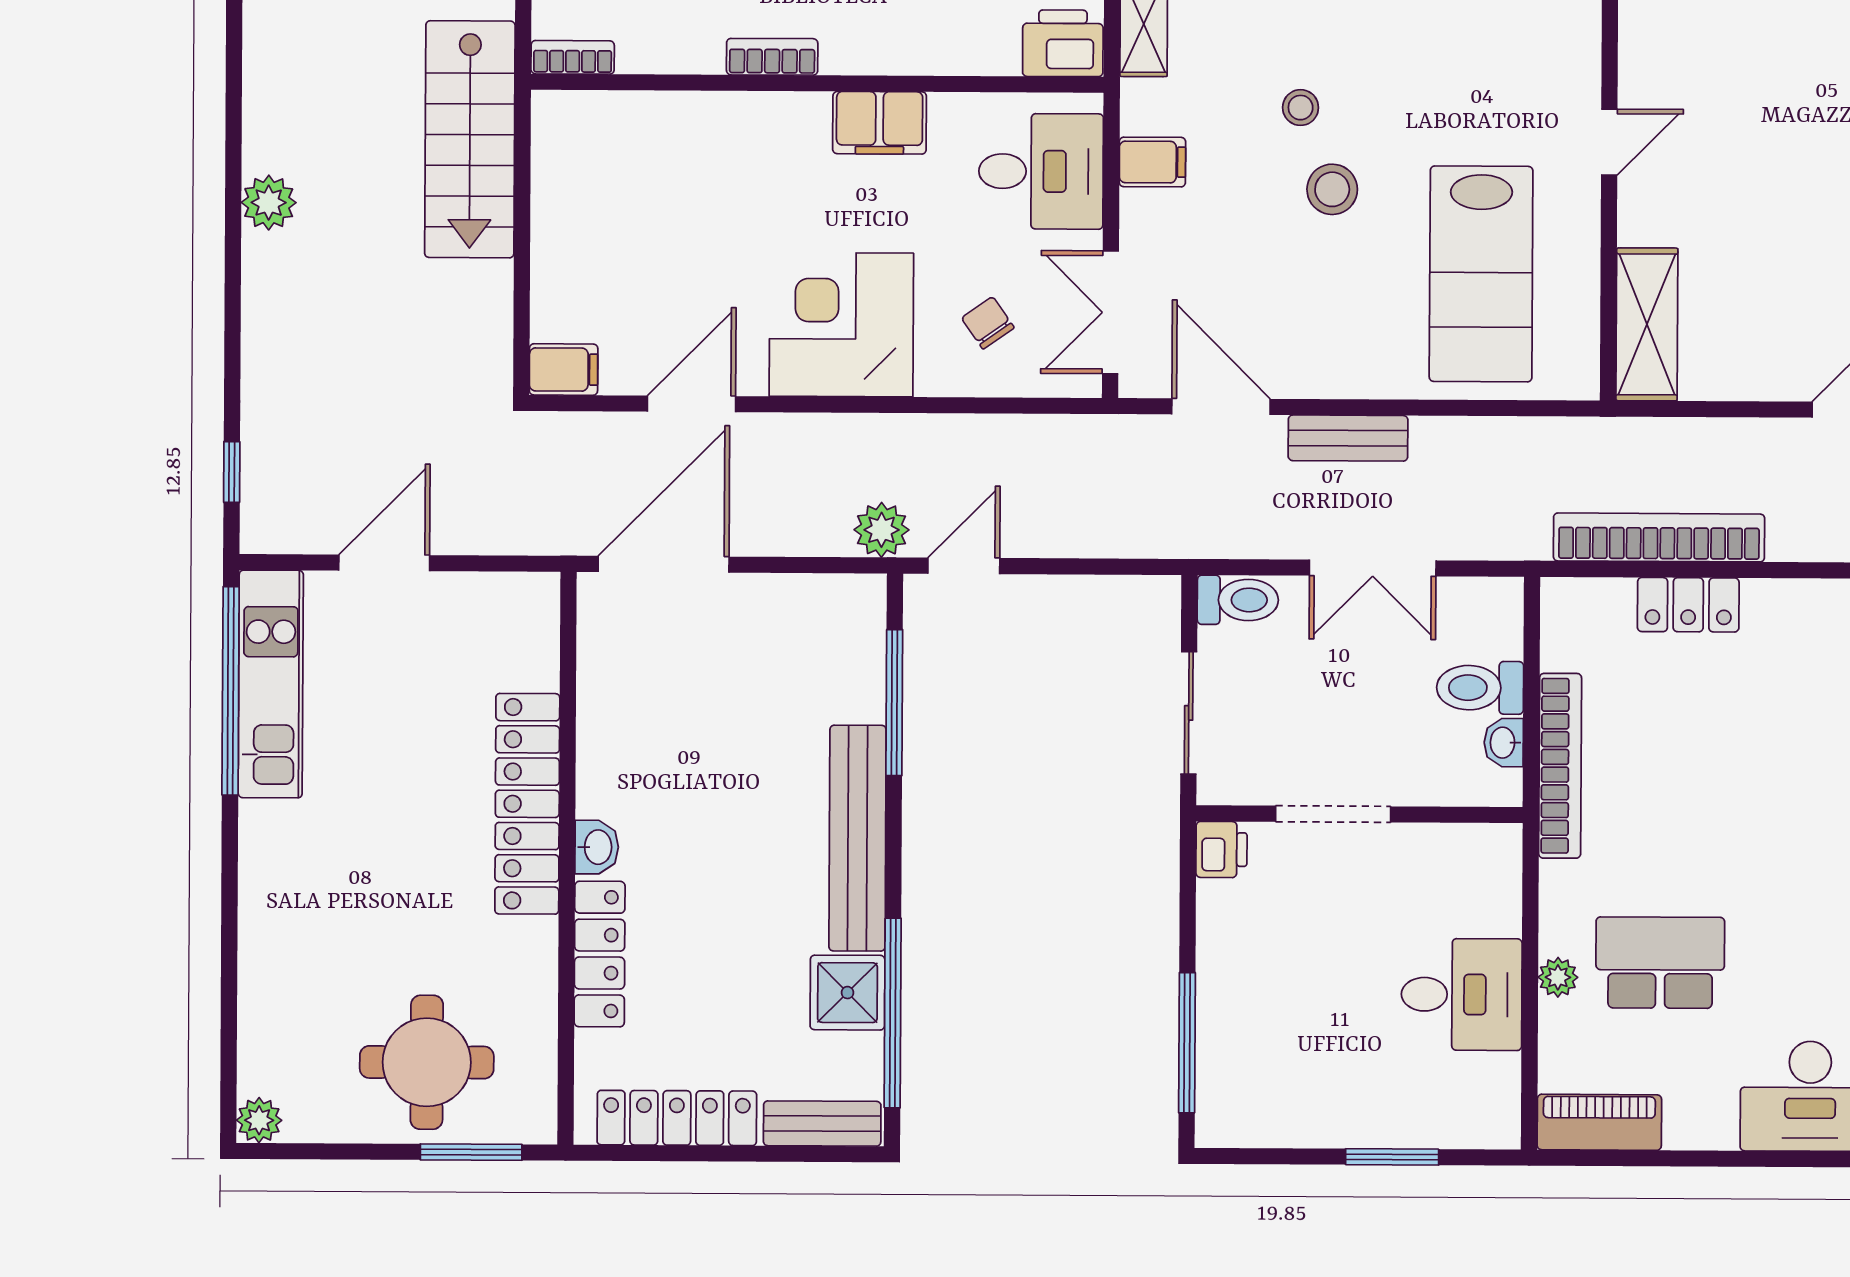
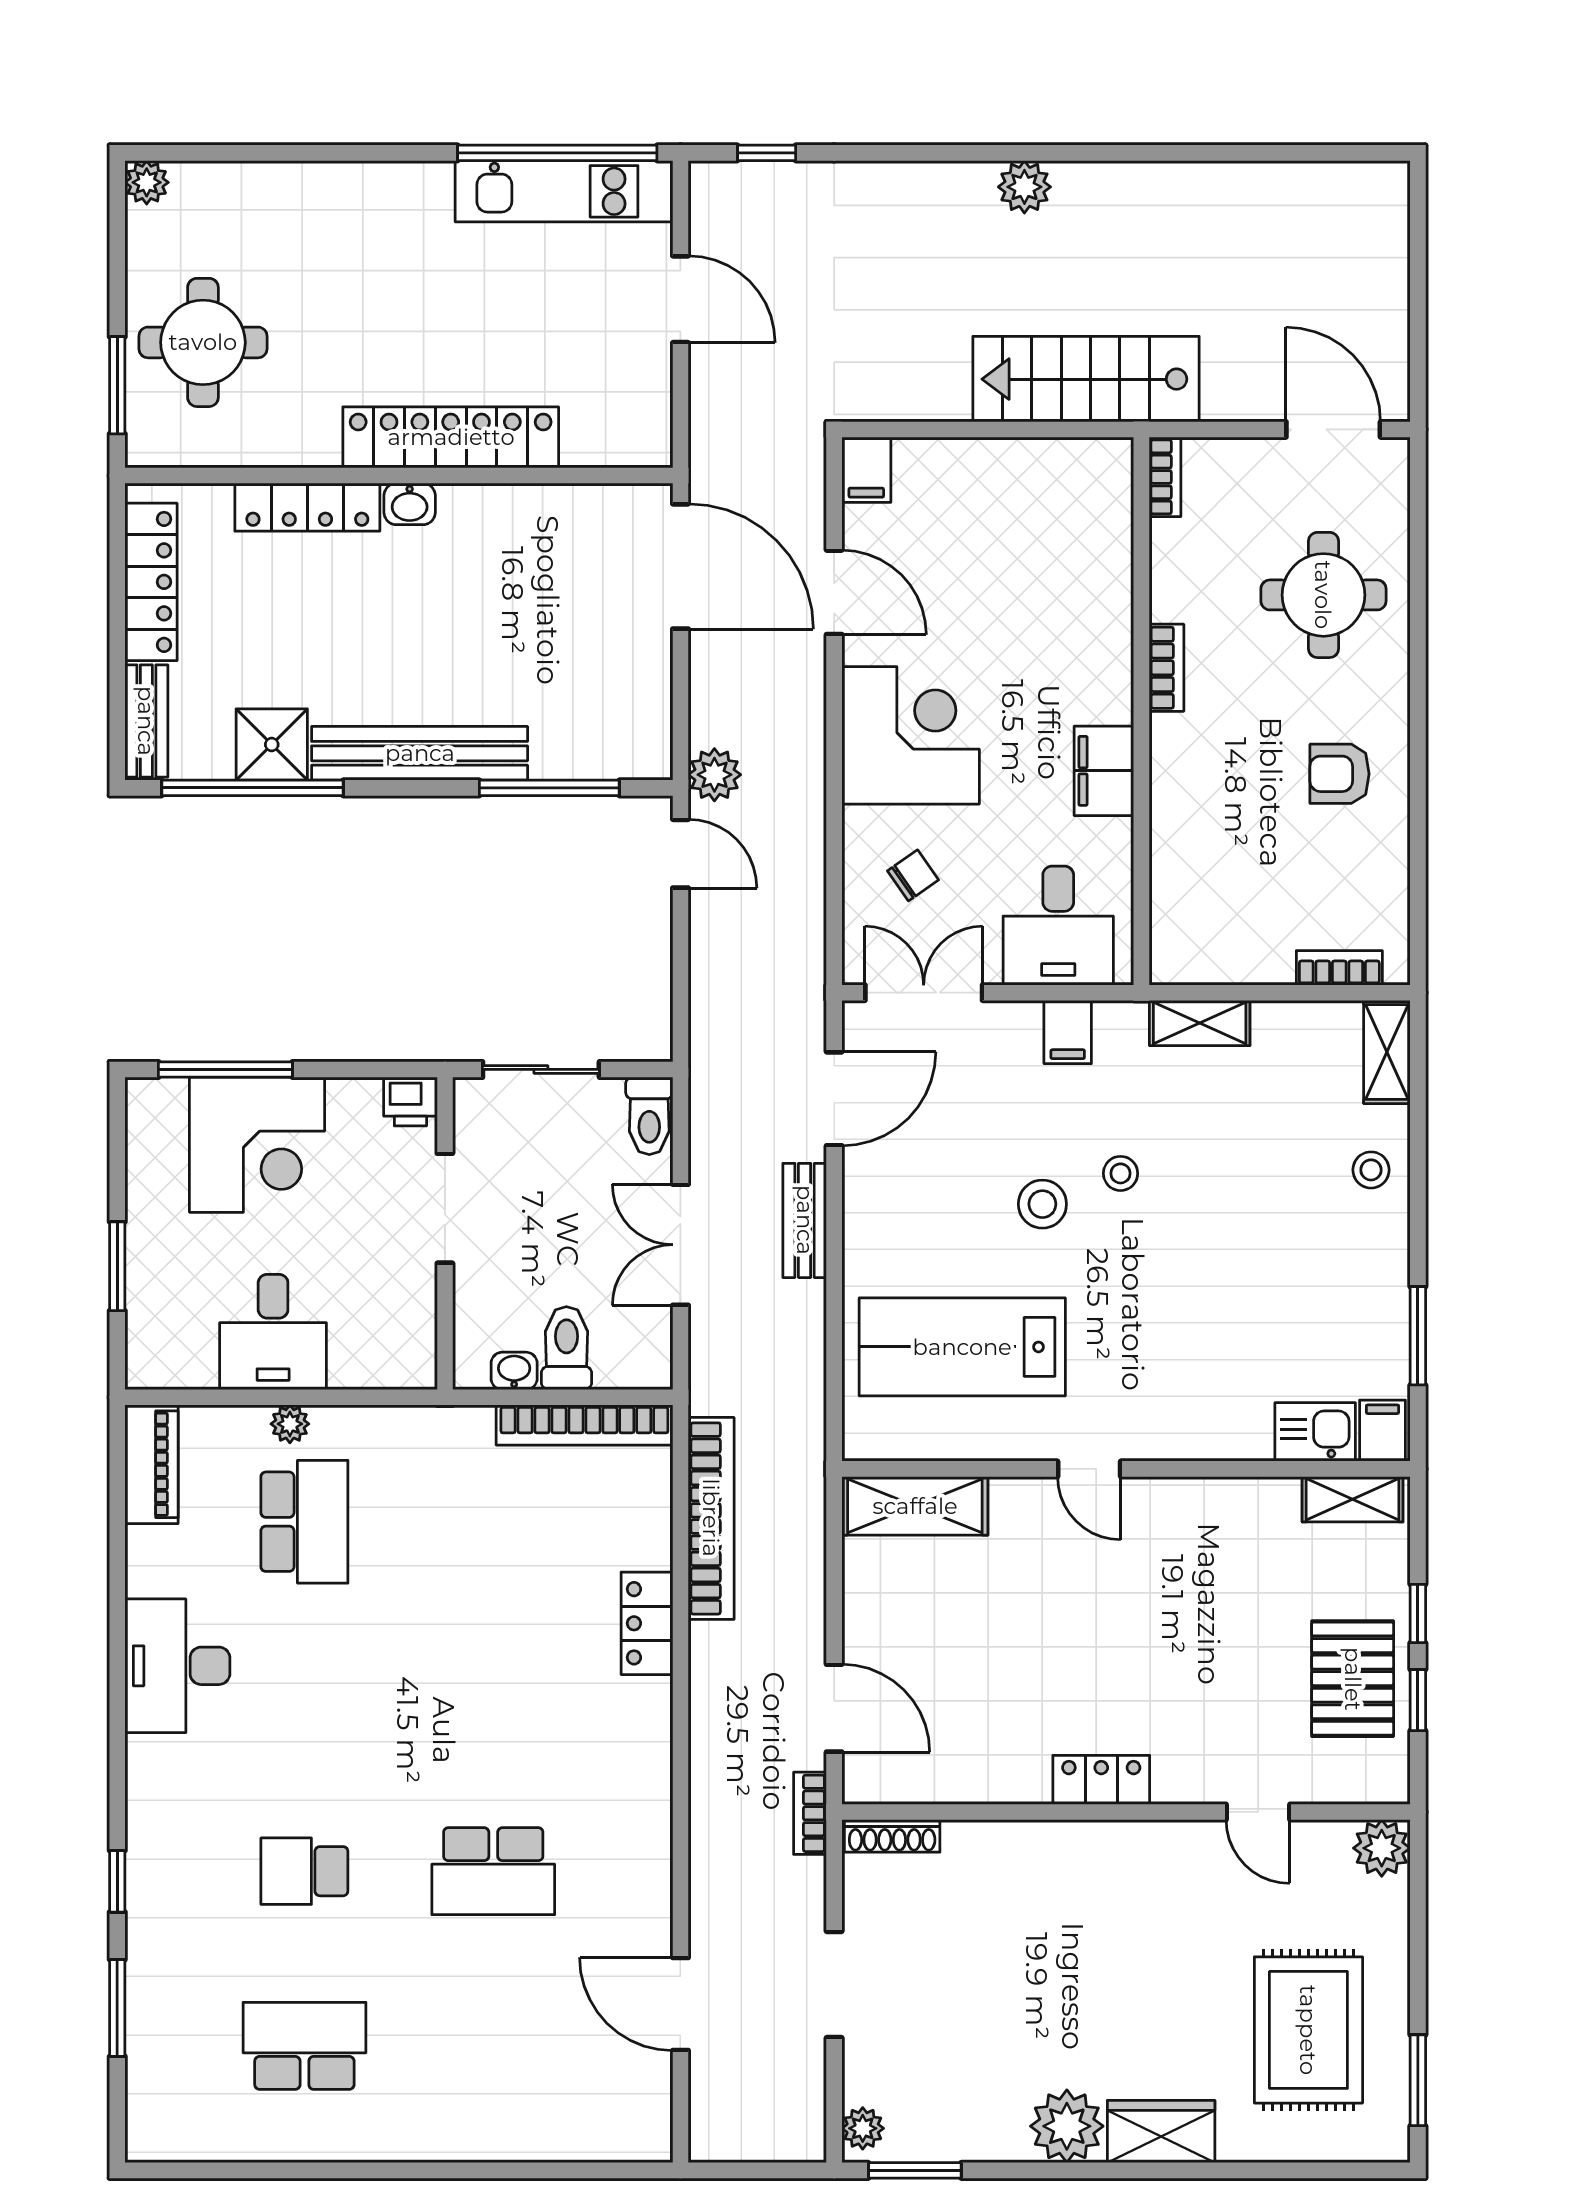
printer: (1063, 43) -> (1181, 946), removed
locker: (1688, 605) -> (647, 1623), moved
bookcase: (1560, 766) -> (584, 1425), moved
corner desk: (1266, 1010) -> (257, 1145), added

